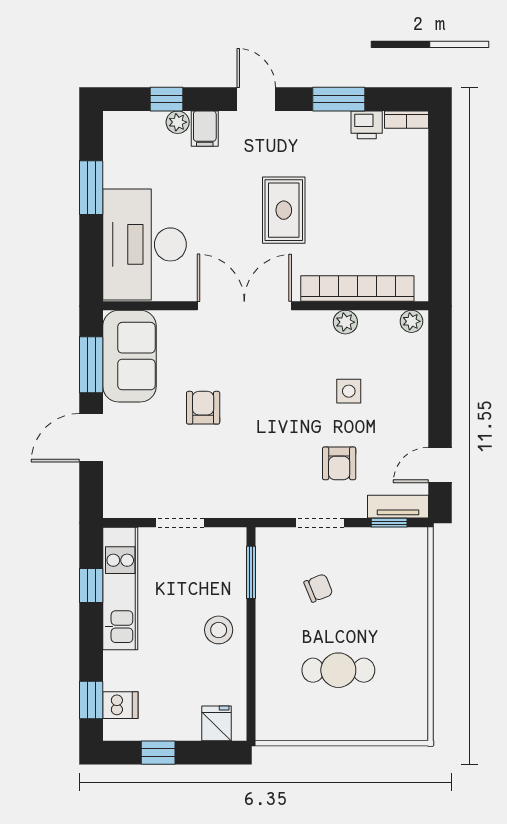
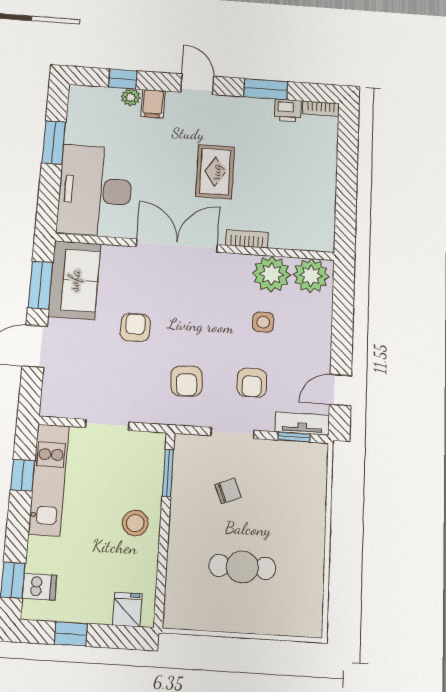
bookcase: (357, 288) -> (247, 239), width x0.43, depth x0.76
plant: (411, 321) -> (311, 276), width x1.88, depth x1.88
plant: (345, 322) -> (271, 274), width x1.88, depth x1.88
armchair: (265, 466) -> (187, 381), added

